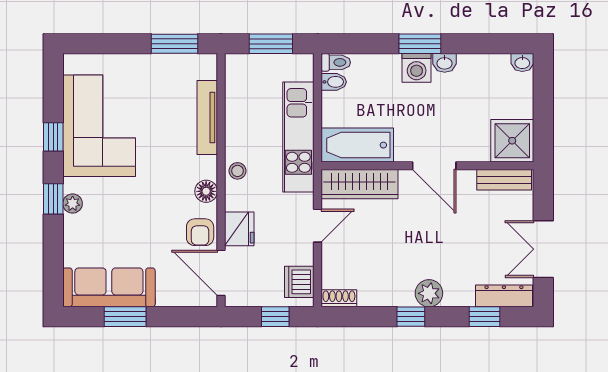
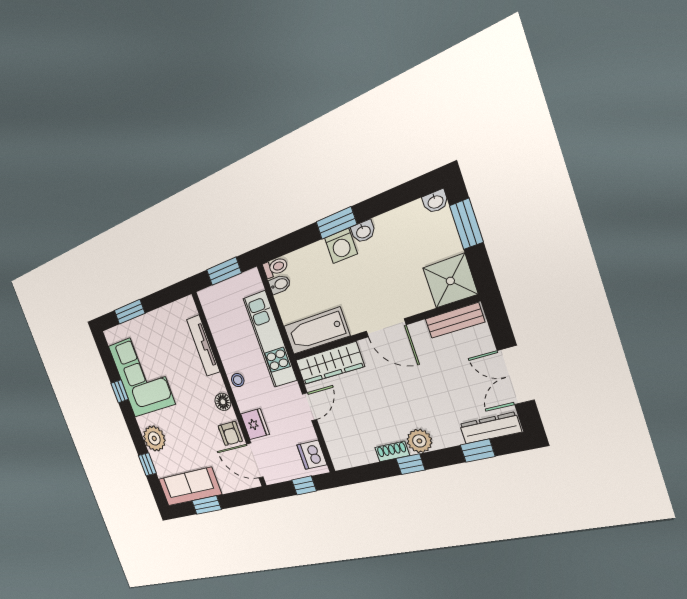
window: (174, 44) -> (130, 312), moved
window: (543, 94) -> (466, 224), added
window: (53, 199) -> (147, 464), moved
plant: (73, 204) -> (154, 438), width x1.88, depth x1.88
shoe rack: (339, 298) -> (392, 451), moved

